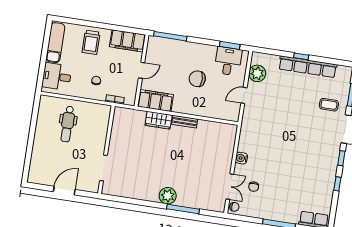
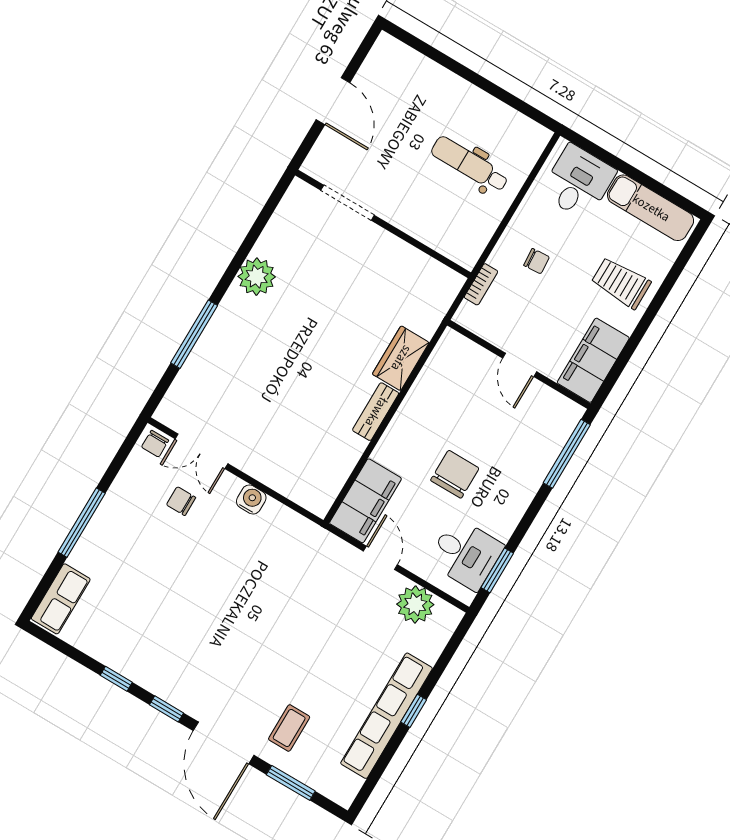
filing cabinet: (155, 101) -> (365, 501), moved
plant: (168, 196) -> (257, 277), moved

